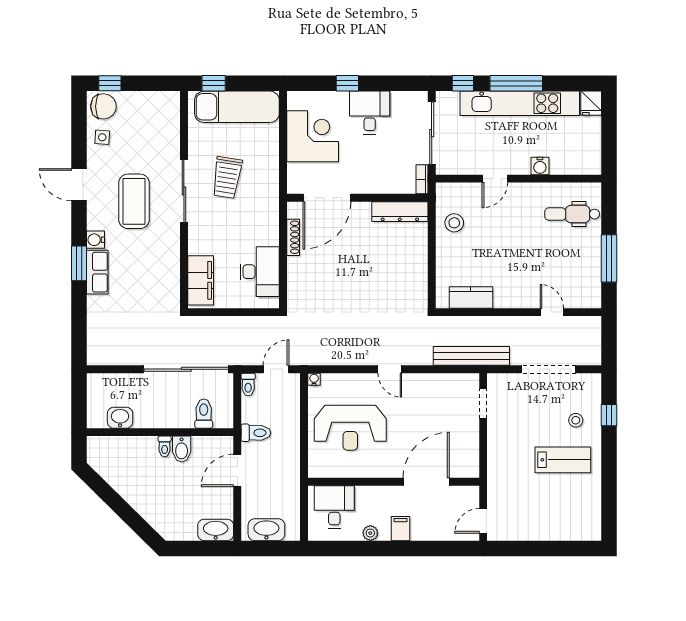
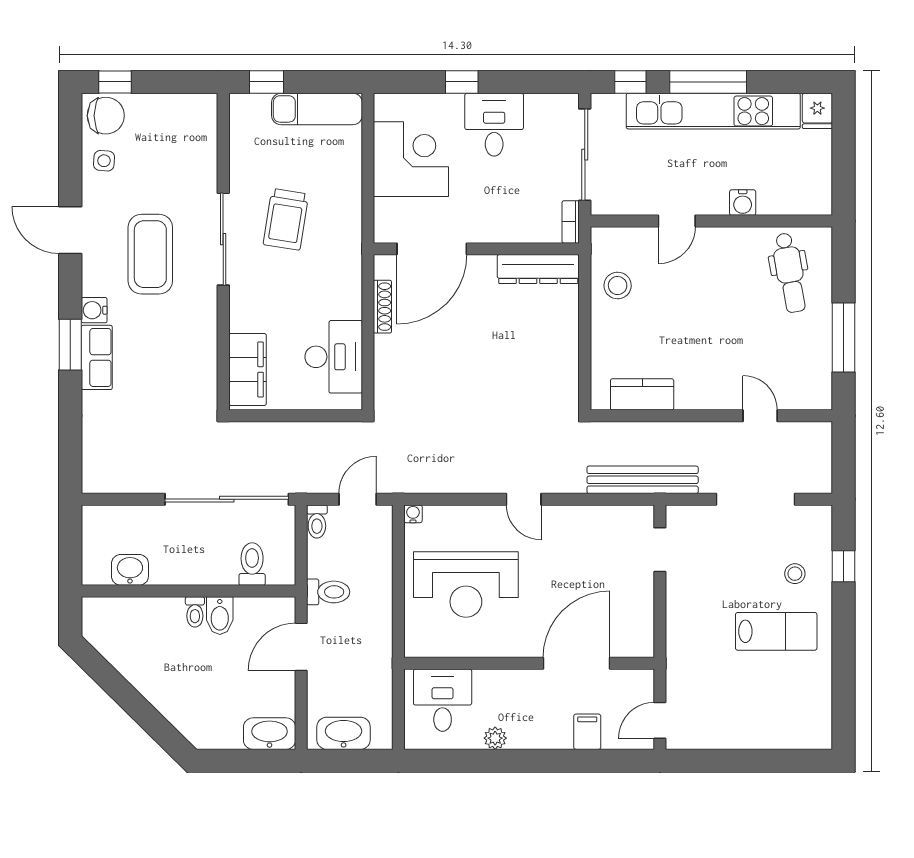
exam couch: (237, 107) -> (317, 109), width x0.73, depth x0.69
dental chair: (572, 214) -> (790, 273), turned -100
filing cabinet: (400, 529) -> (587, 732), moved

